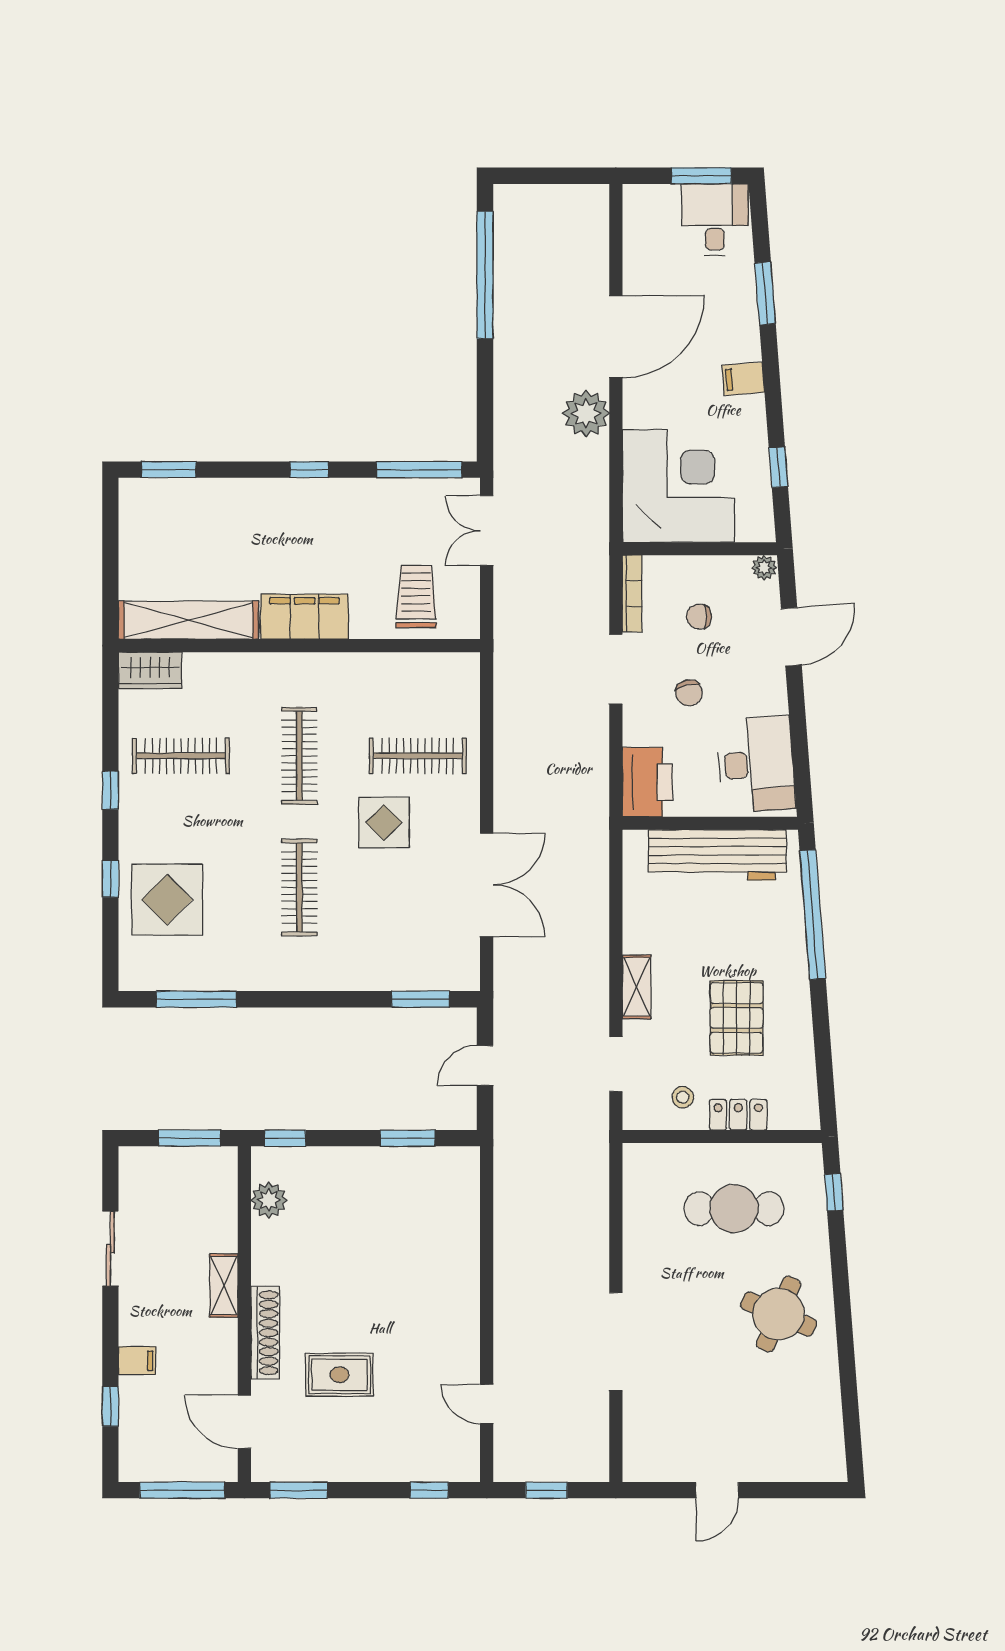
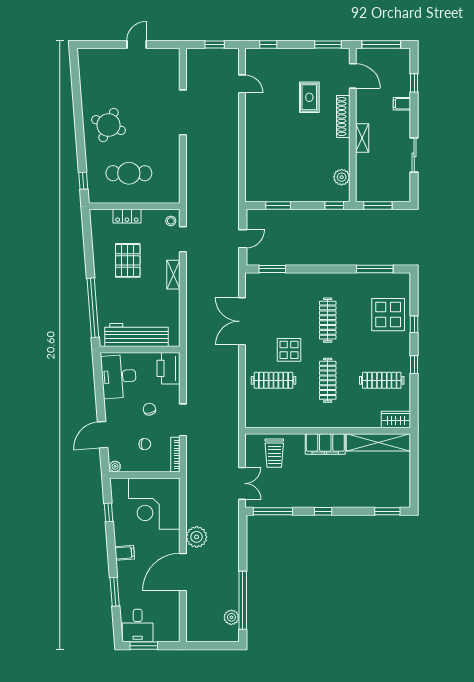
plant: (510, 238) -> (231, 617), added
stool: (683, 1097) -> (171, 221), moved
rug: (339, 1375) -> (309, 97), turned 90

